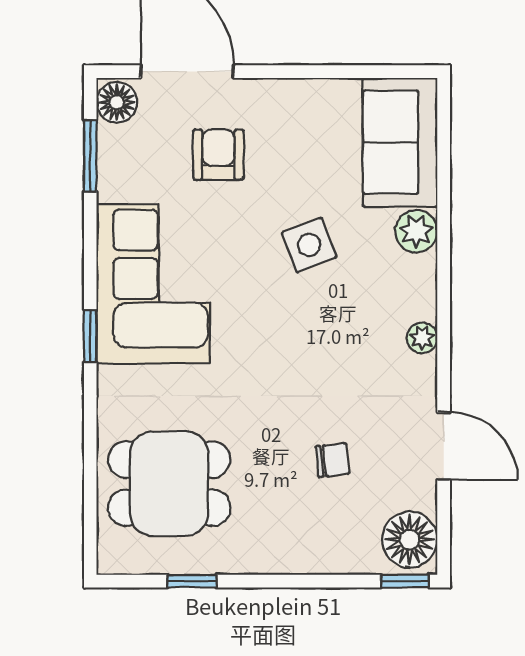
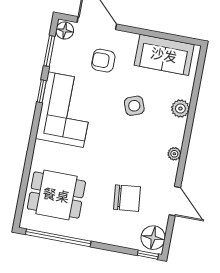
sofa: (400, 142) -> (164, 55), moved, turned -90
armchair: (218, 155) -> (103, 61), turned -90
window: (90, 336) -> (42, 91), moved
chair: (332, 460) -> (127, 198), width x1.87, depth x1.87
window: (192, 581) -> (58, 238), width x3.17

